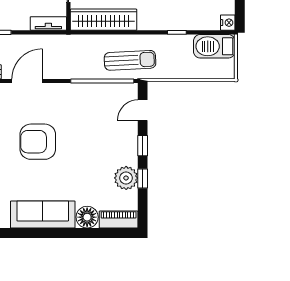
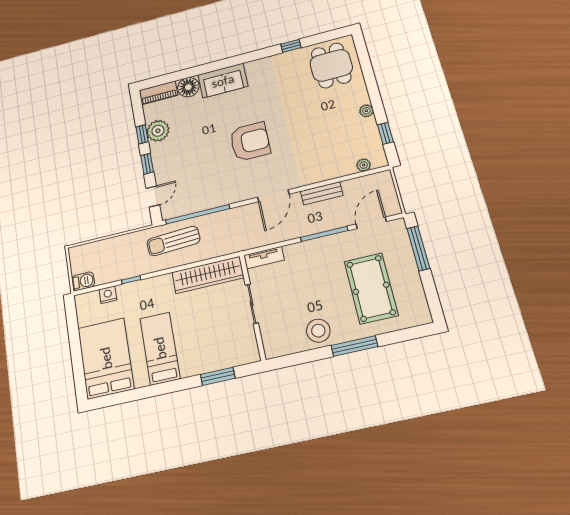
nightstand: (228, 23) -> (108, 295), moved, turned 90
barbecue: (214, 46) -> (83, 281), width x0.53, depth x0.65
sofa: (43, 214) -> (223, 81), width x0.73

